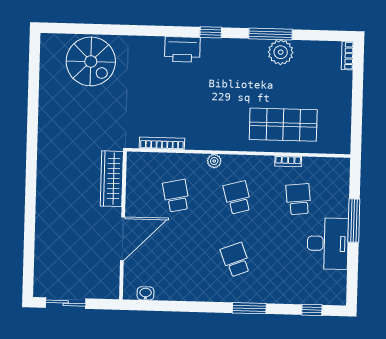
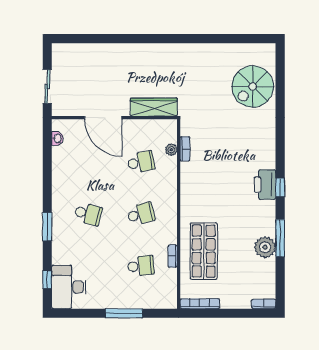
printer: (182, 49) -> (265, 185), moved
bookcase: (345, 131) -> (200, 304), added
bookcase: (162, 143) -> (185, 149), width x0.64
plant: (214, 161) -> (171, 150), moved
desk: (328, 244) -> (69, 287), moved, turned 90
school desk: (236, 260) -> (88, 214), turned 36
sliding door: (66, 303) -> (47, 86), moved

